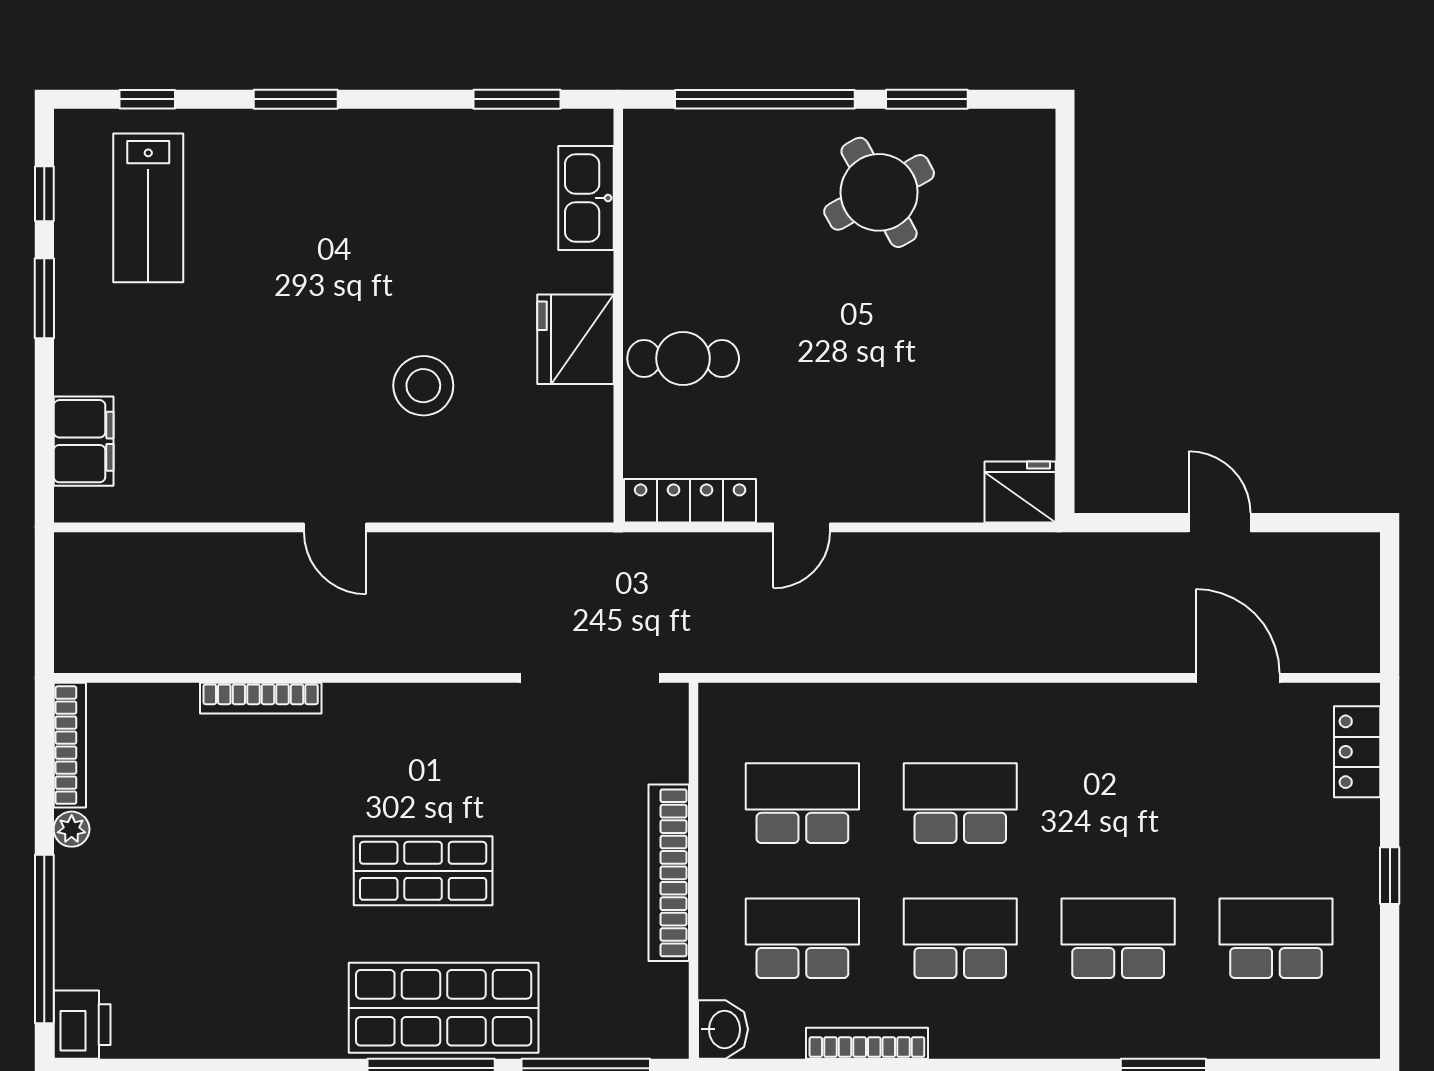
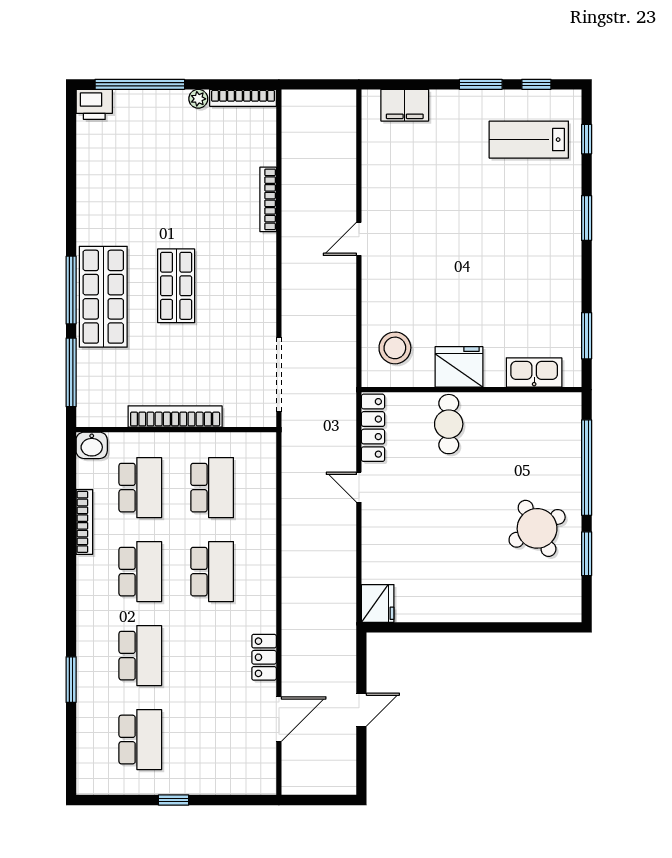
stool: (423, 386) -> (395, 348), moved
locker: (1357, 752) -> (264, 657), moved, turned -90

